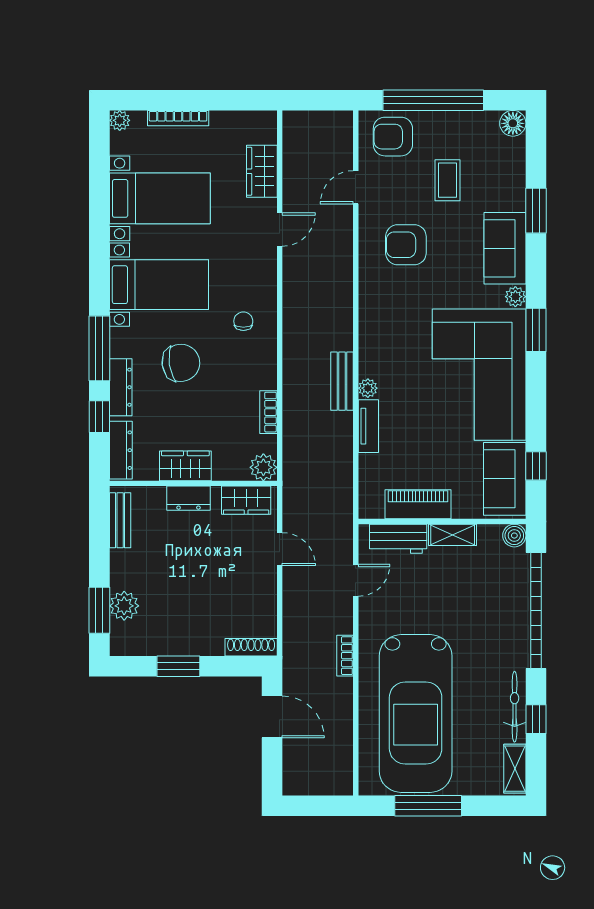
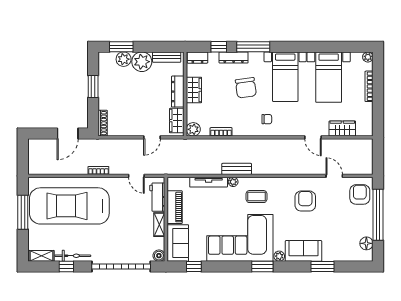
floor lamp: (513, 123) -> (366, 243), moved
coffee table: (448, 180) -> (256, 197), moved
tv unit: (368, 426) -> (209, 182), width x1.41
dresser: (121, 450) -> (197, 58), width x0.70
sofa: (505, 479) -> (178, 243), moved, turned 90
dresser: (188, 498) -> (178, 92), width x1.44
plant: (129, 569) -> (142, 62), added

